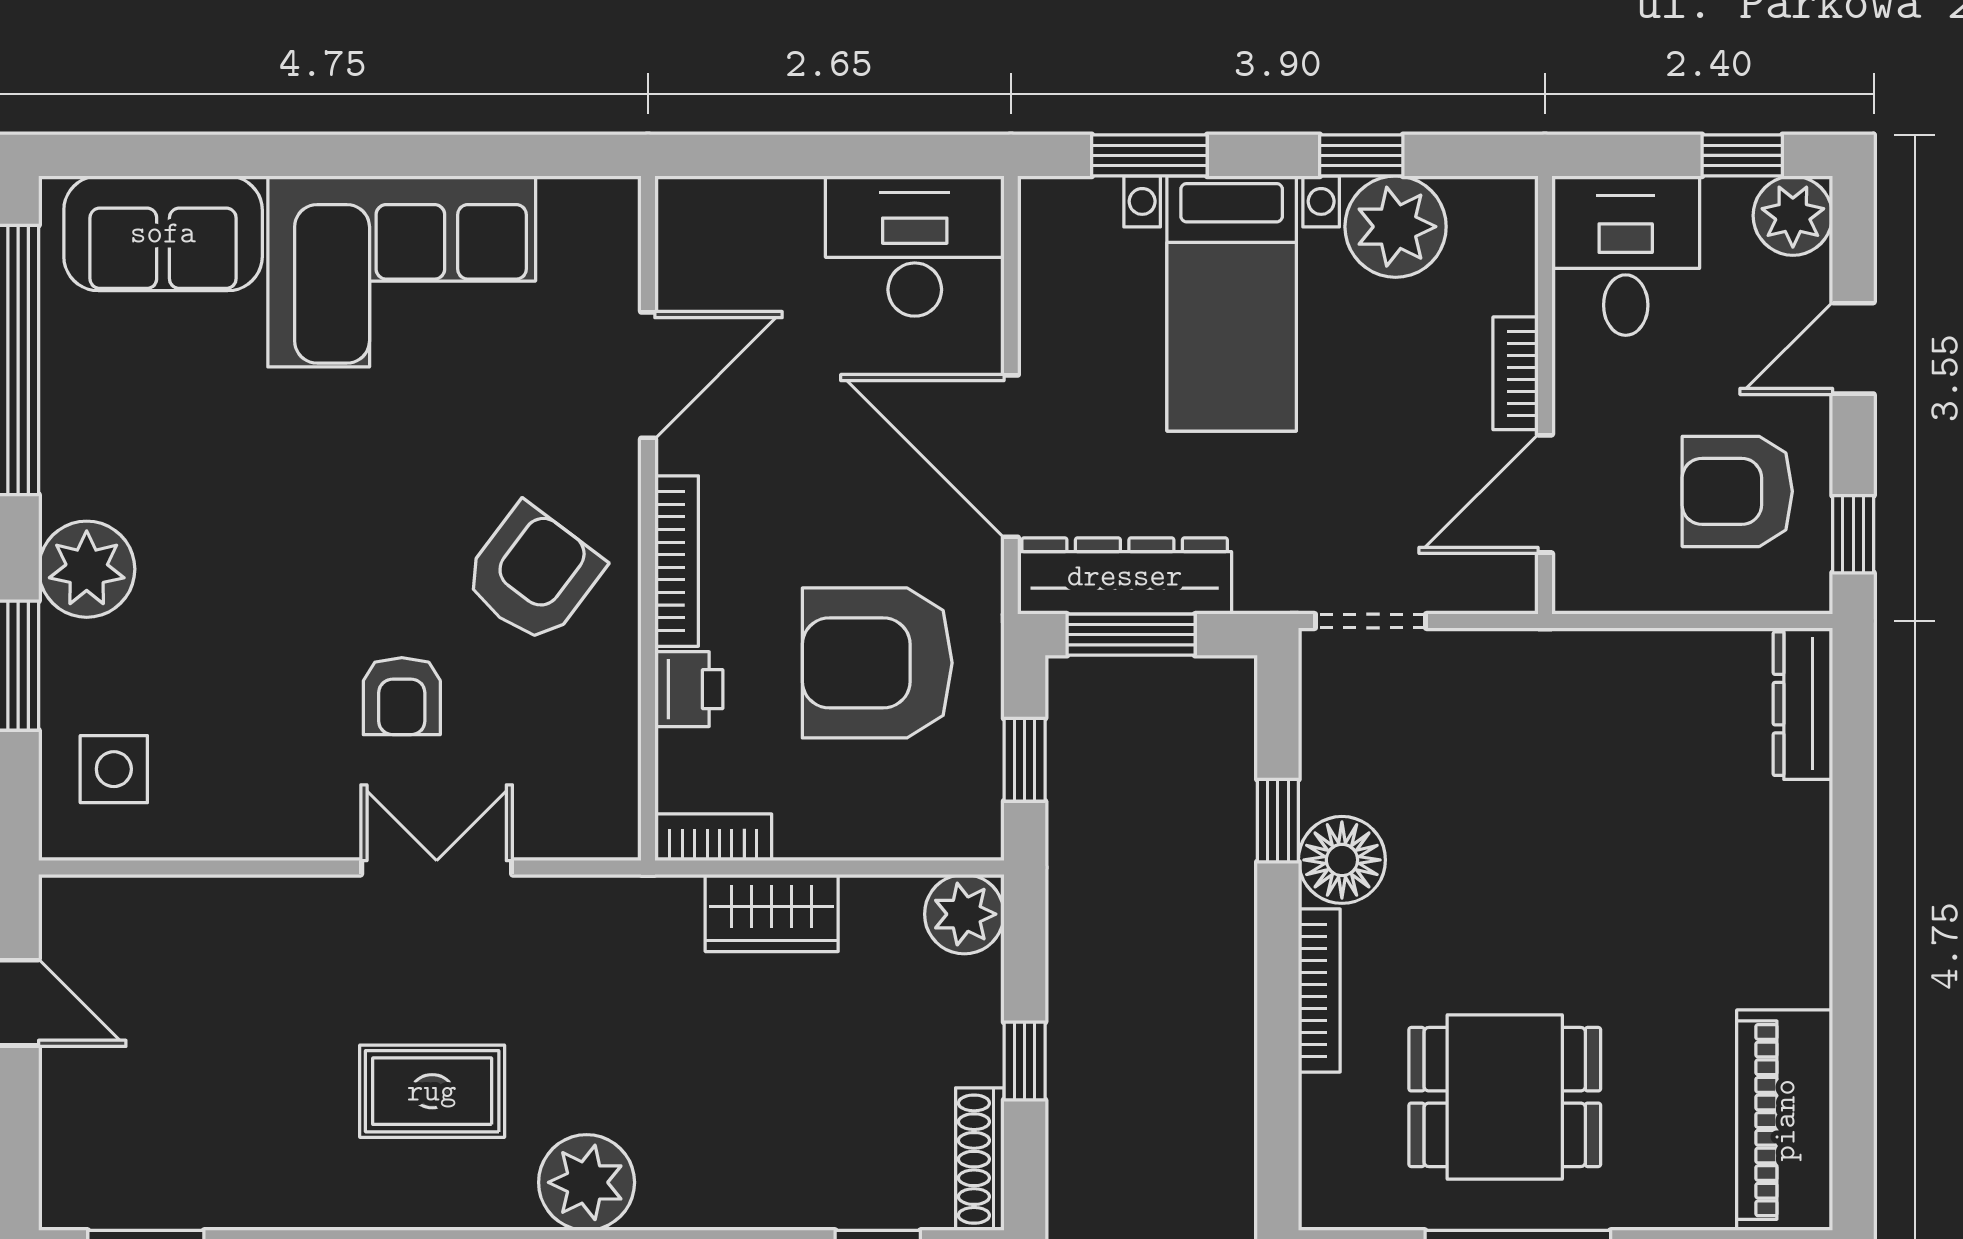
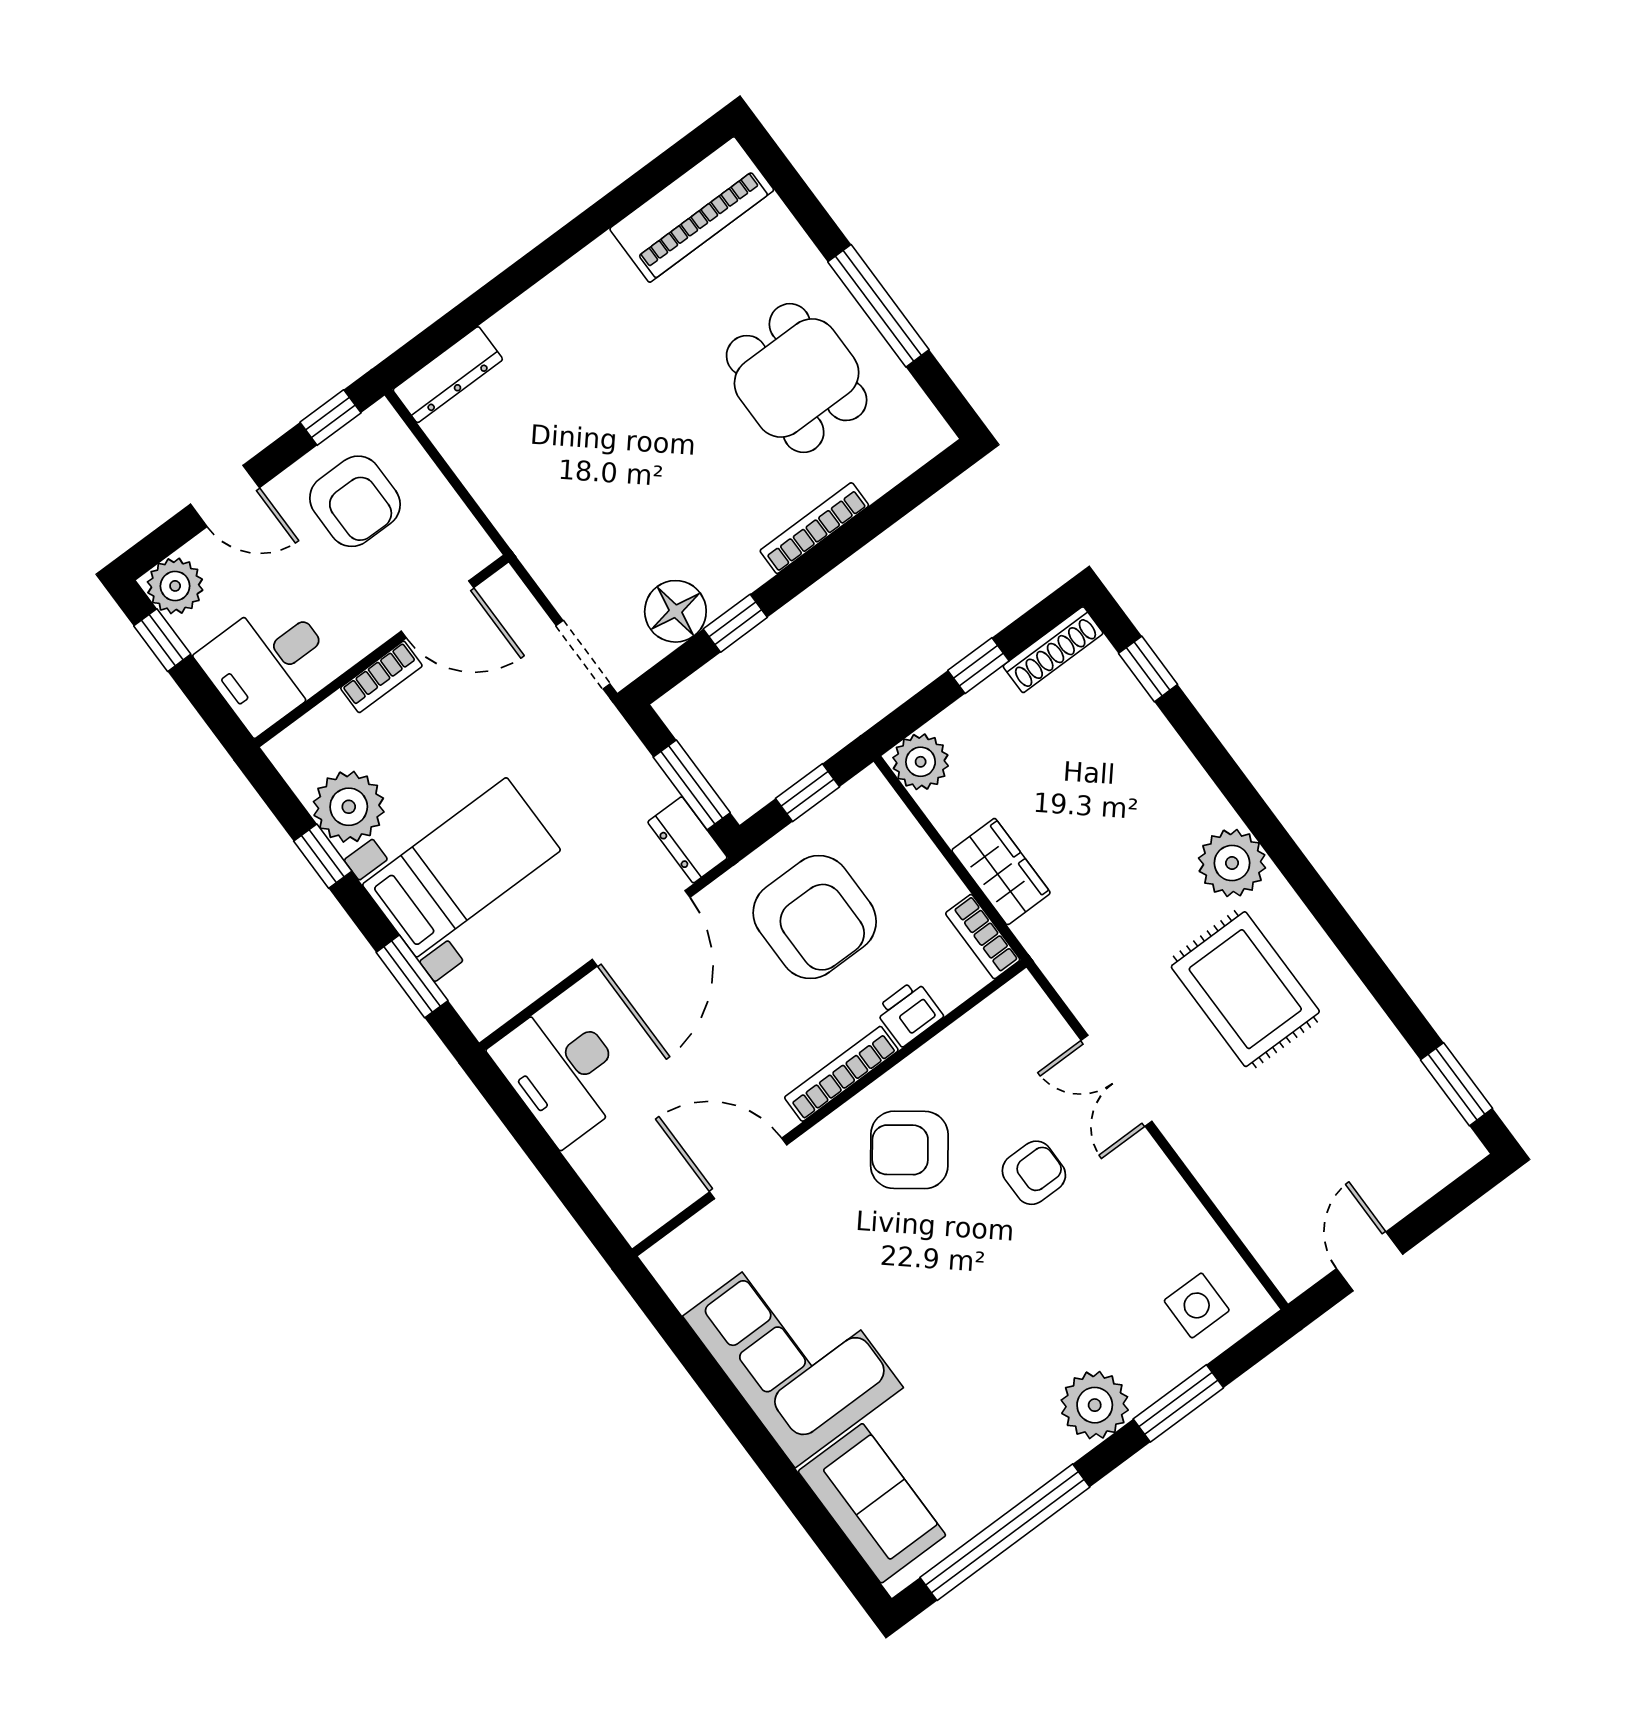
dresser: (1125, 576) -> (687, 840), width x0.51, depth x0.80
floor lamp: (1342, 860) -> (675, 611), moved
rug: (432, 1091) -> (1245, 989), width x1.36, depth x1.43

